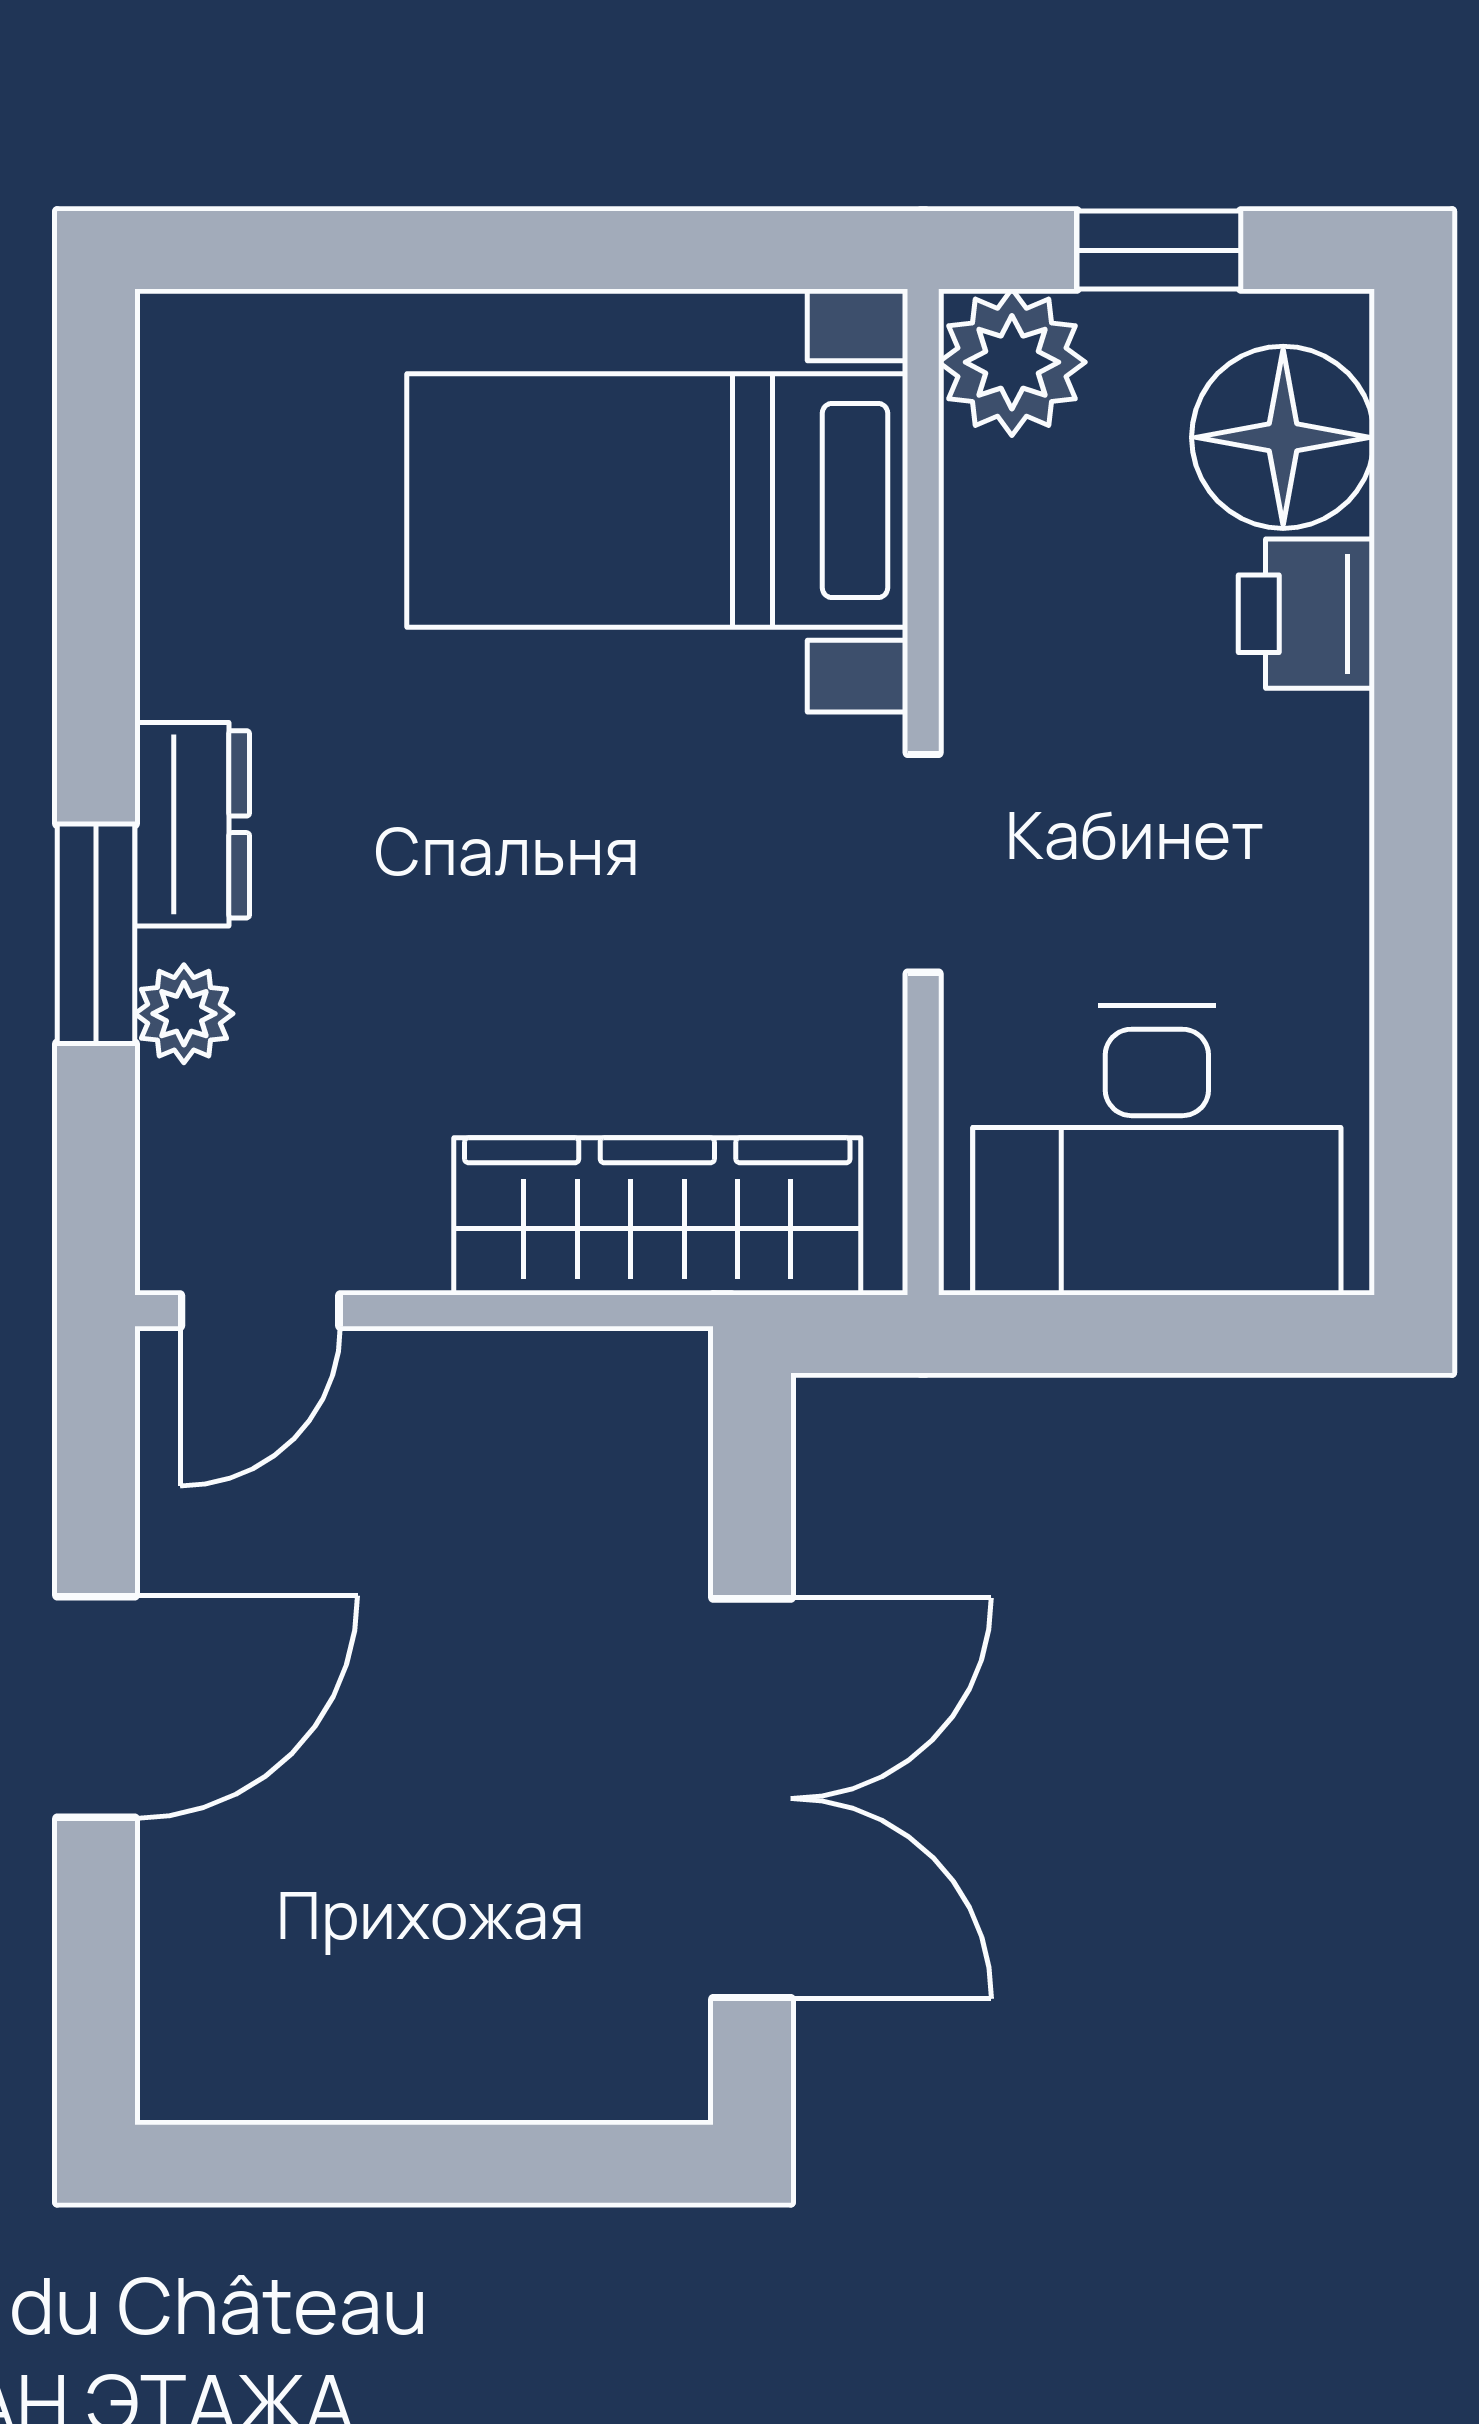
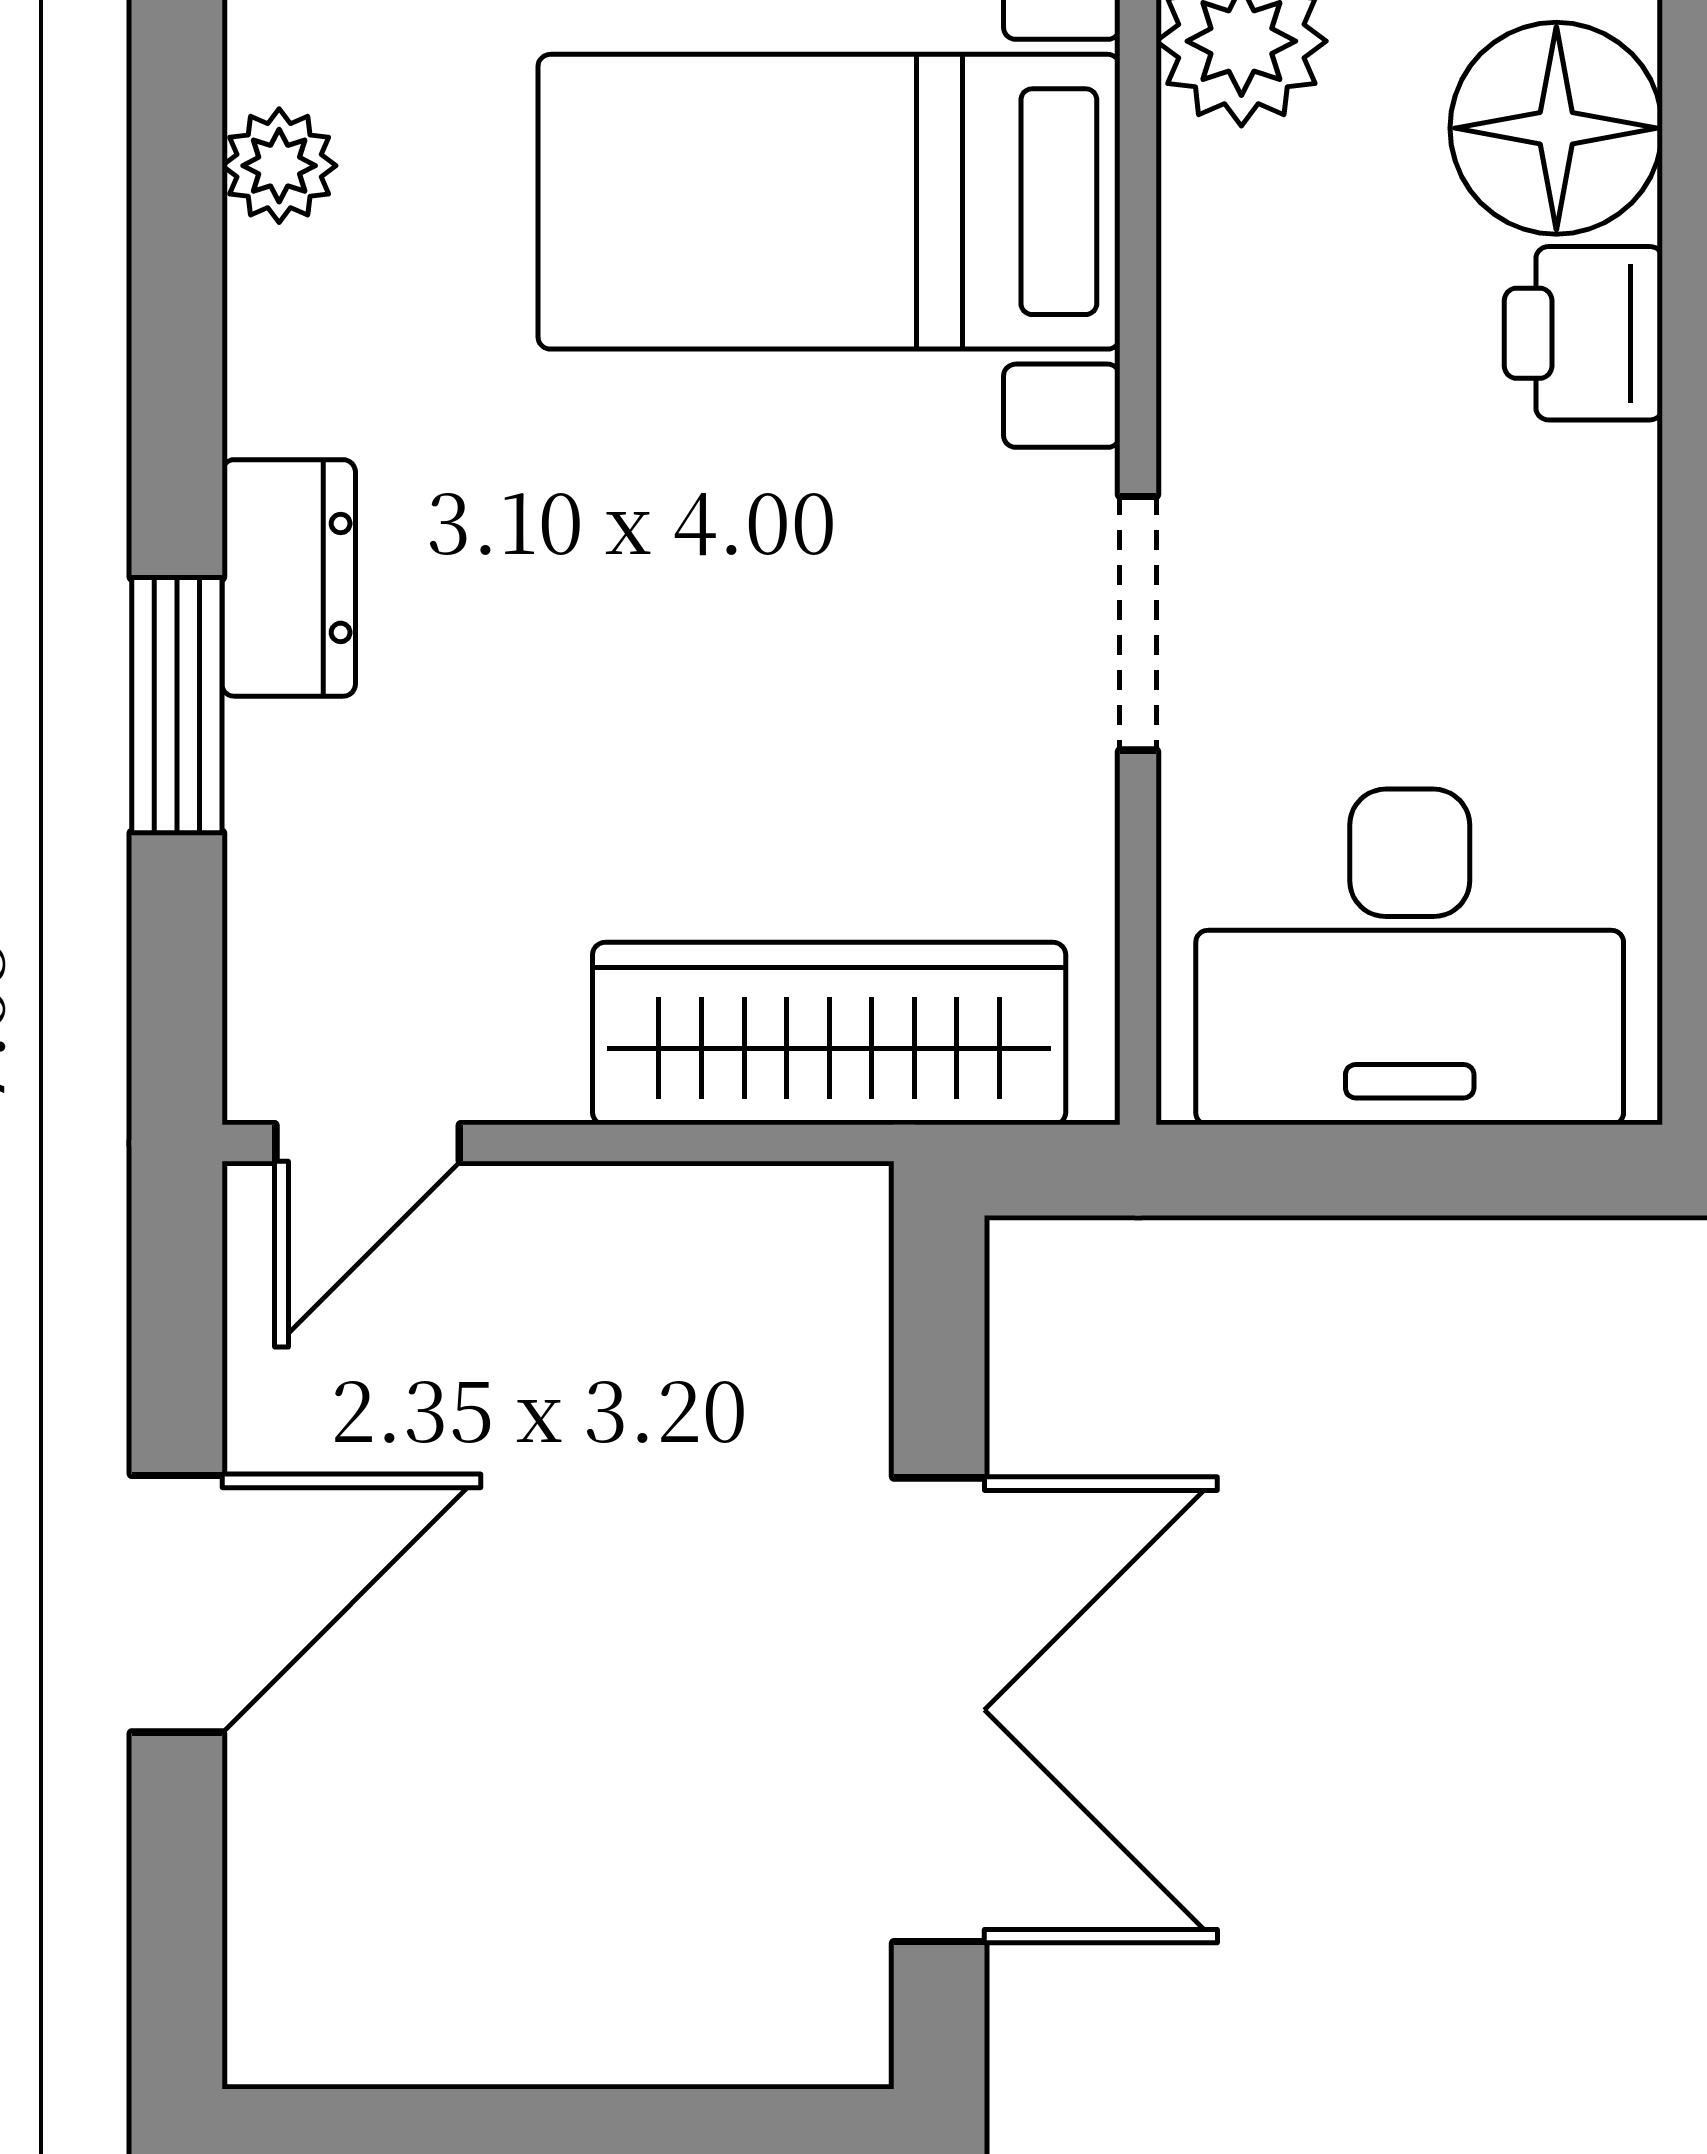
plant: (184, 1014) -> (279, 166), moved

